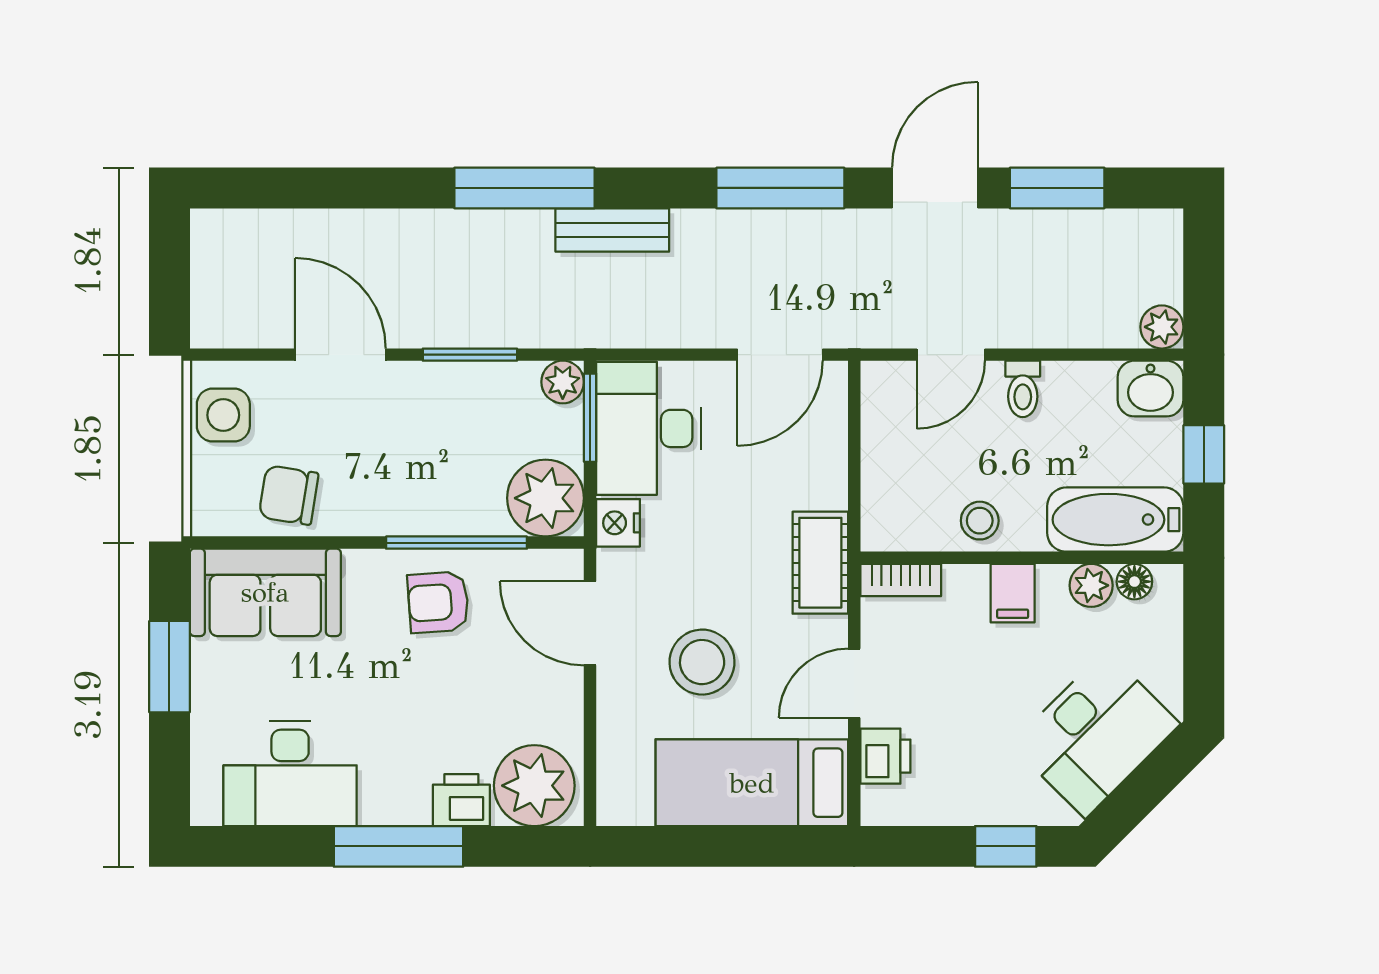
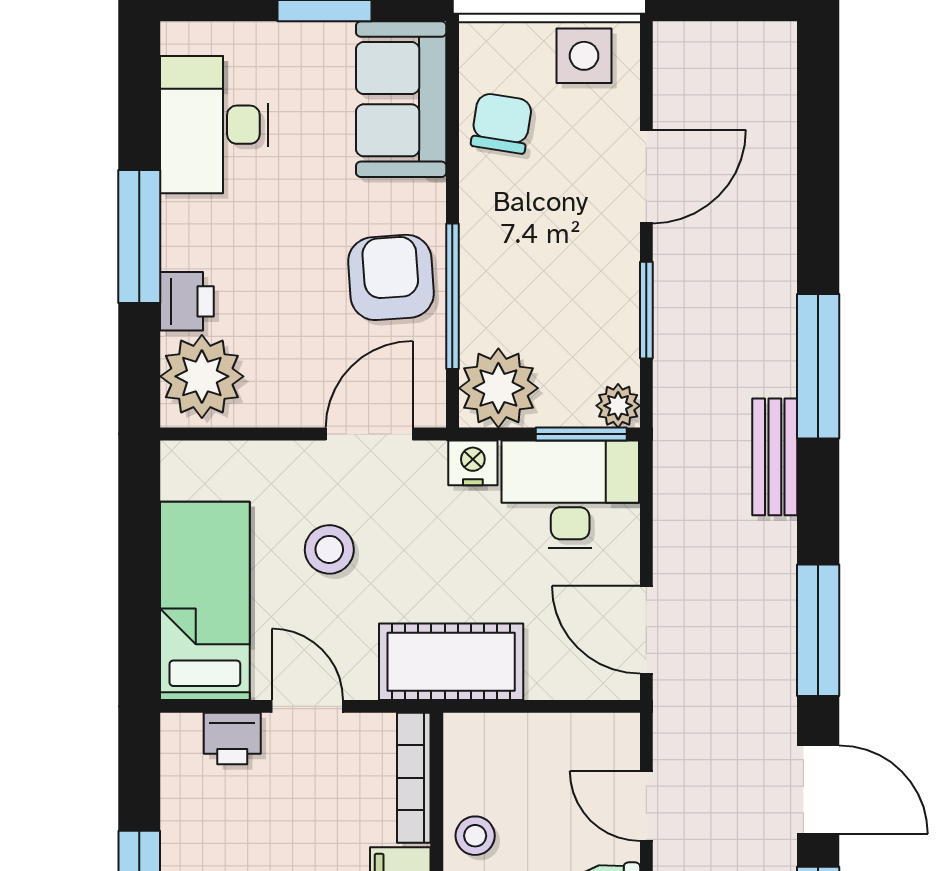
cot: (820, 563) -> (451, 662), width x1.37, depth x1.34
bookcase: (901, 580) -> (414, 778), width x1.56
armchair: (438, 602) -> (391, 277), width x1.38, depth x1.38
stool: (702, 662) -> (329, 549), width x0.73, depth x0.73

